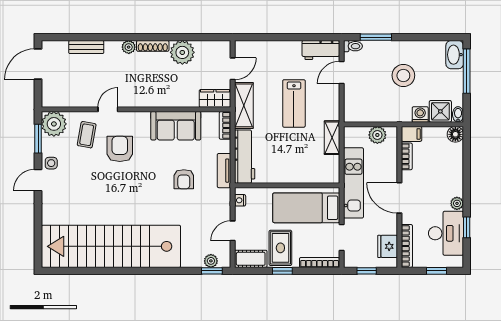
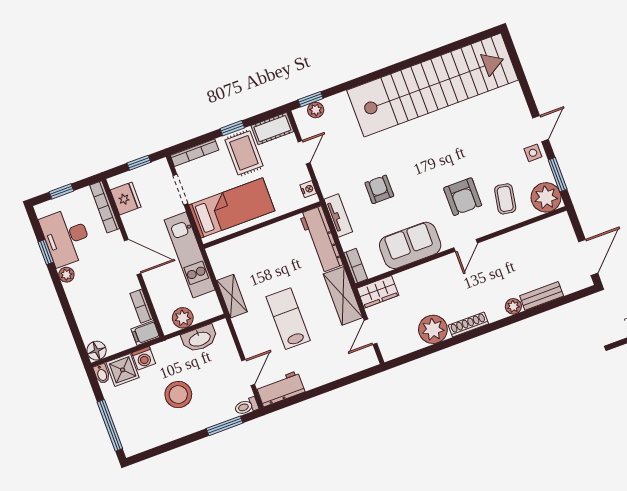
plant: (129, 47) -> (513, 306), moved
washbasin: (455, 55) -> (199, 339), moved, turned 90
door: (108, 109) -> (466, 245), moved

